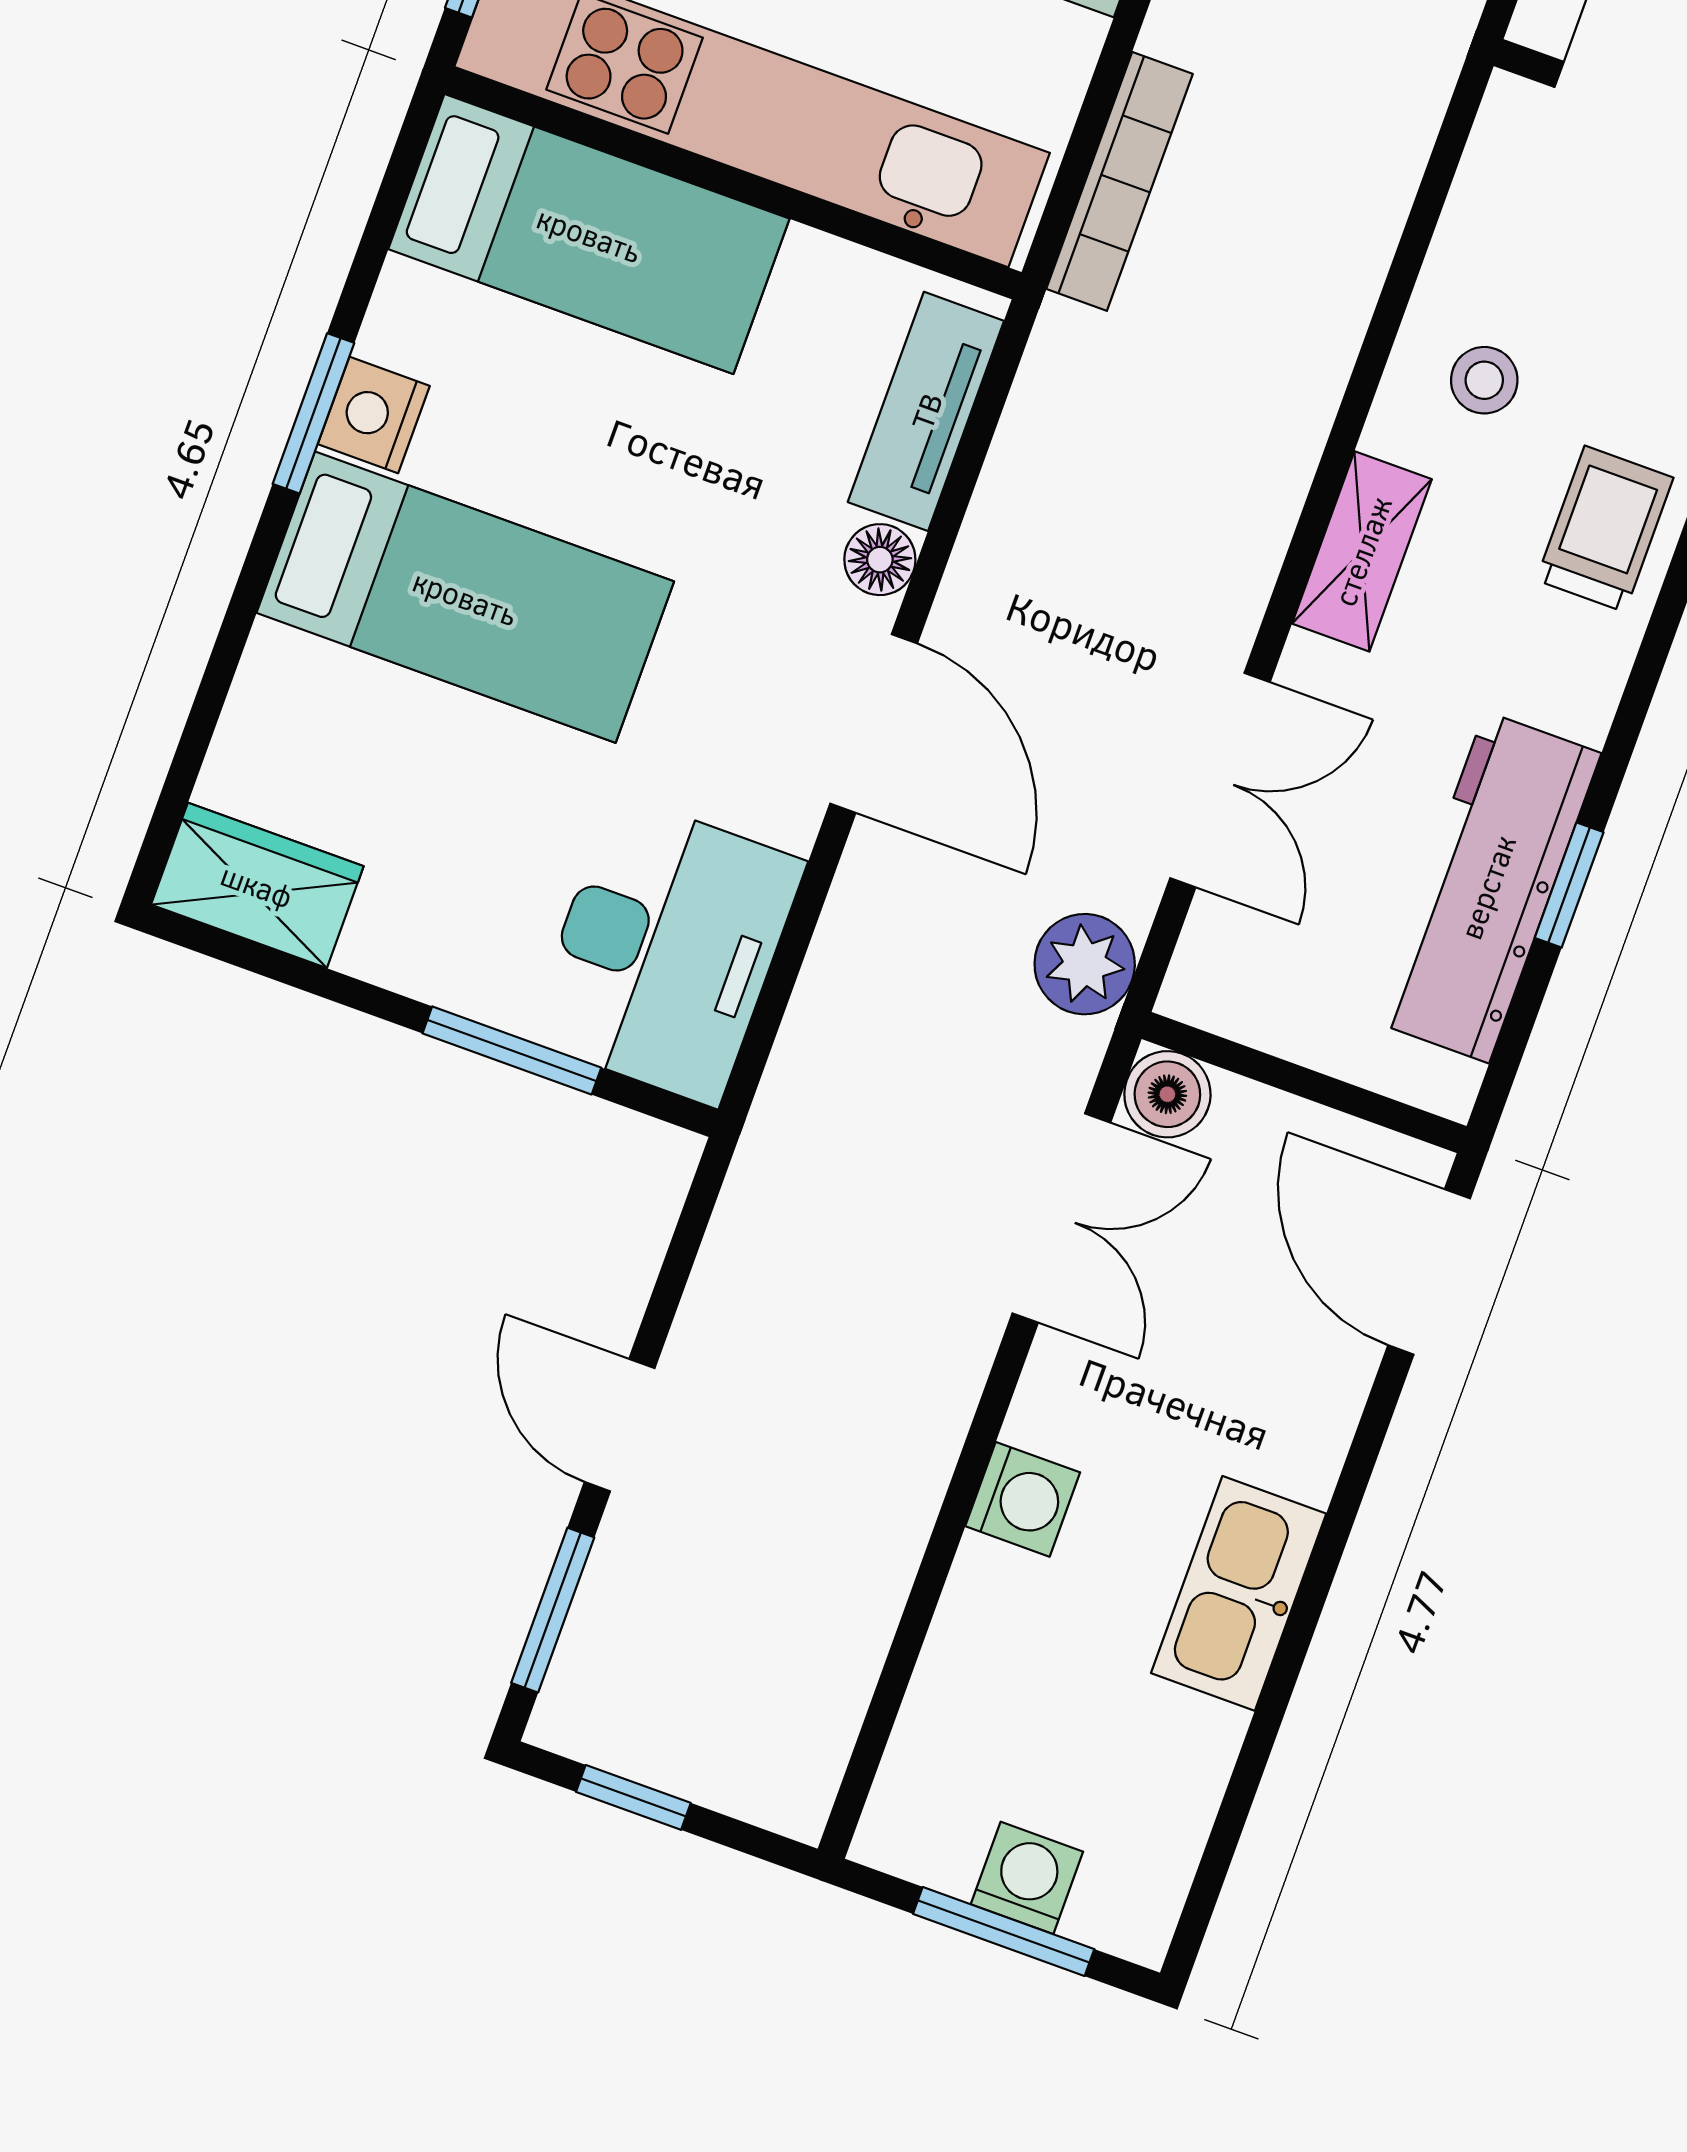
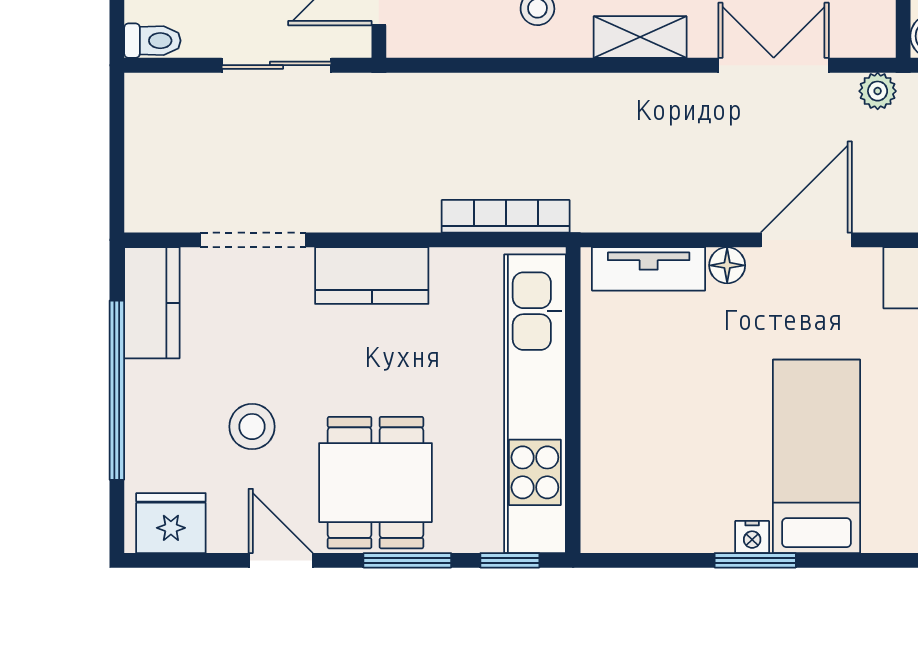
bed: (589, 234) -> (622, 460), removed
nightstand: (374, 415) -> (752, 537), width x0.72, depth x0.74
plant: (1085, 964) -> (878, 91), width x0.73, depth x0.73

